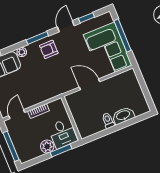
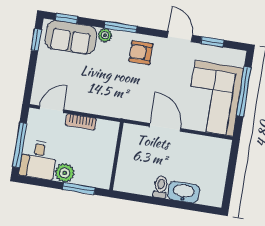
door: (66, 26) -> (180, 37), hinge flipped
window: (37, 38) -> (120, 27), moved
desk: (63, 134) -> (38, 160), moved

